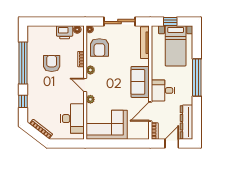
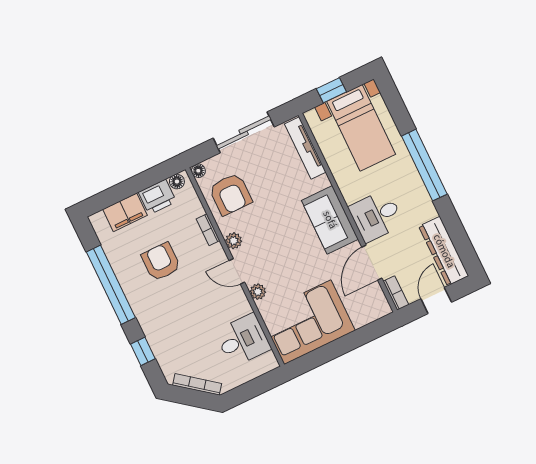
filing cabinet: (46, 32) -> (125, 212), added
desk: (72, 119) -> (243, 340), width x0.73

